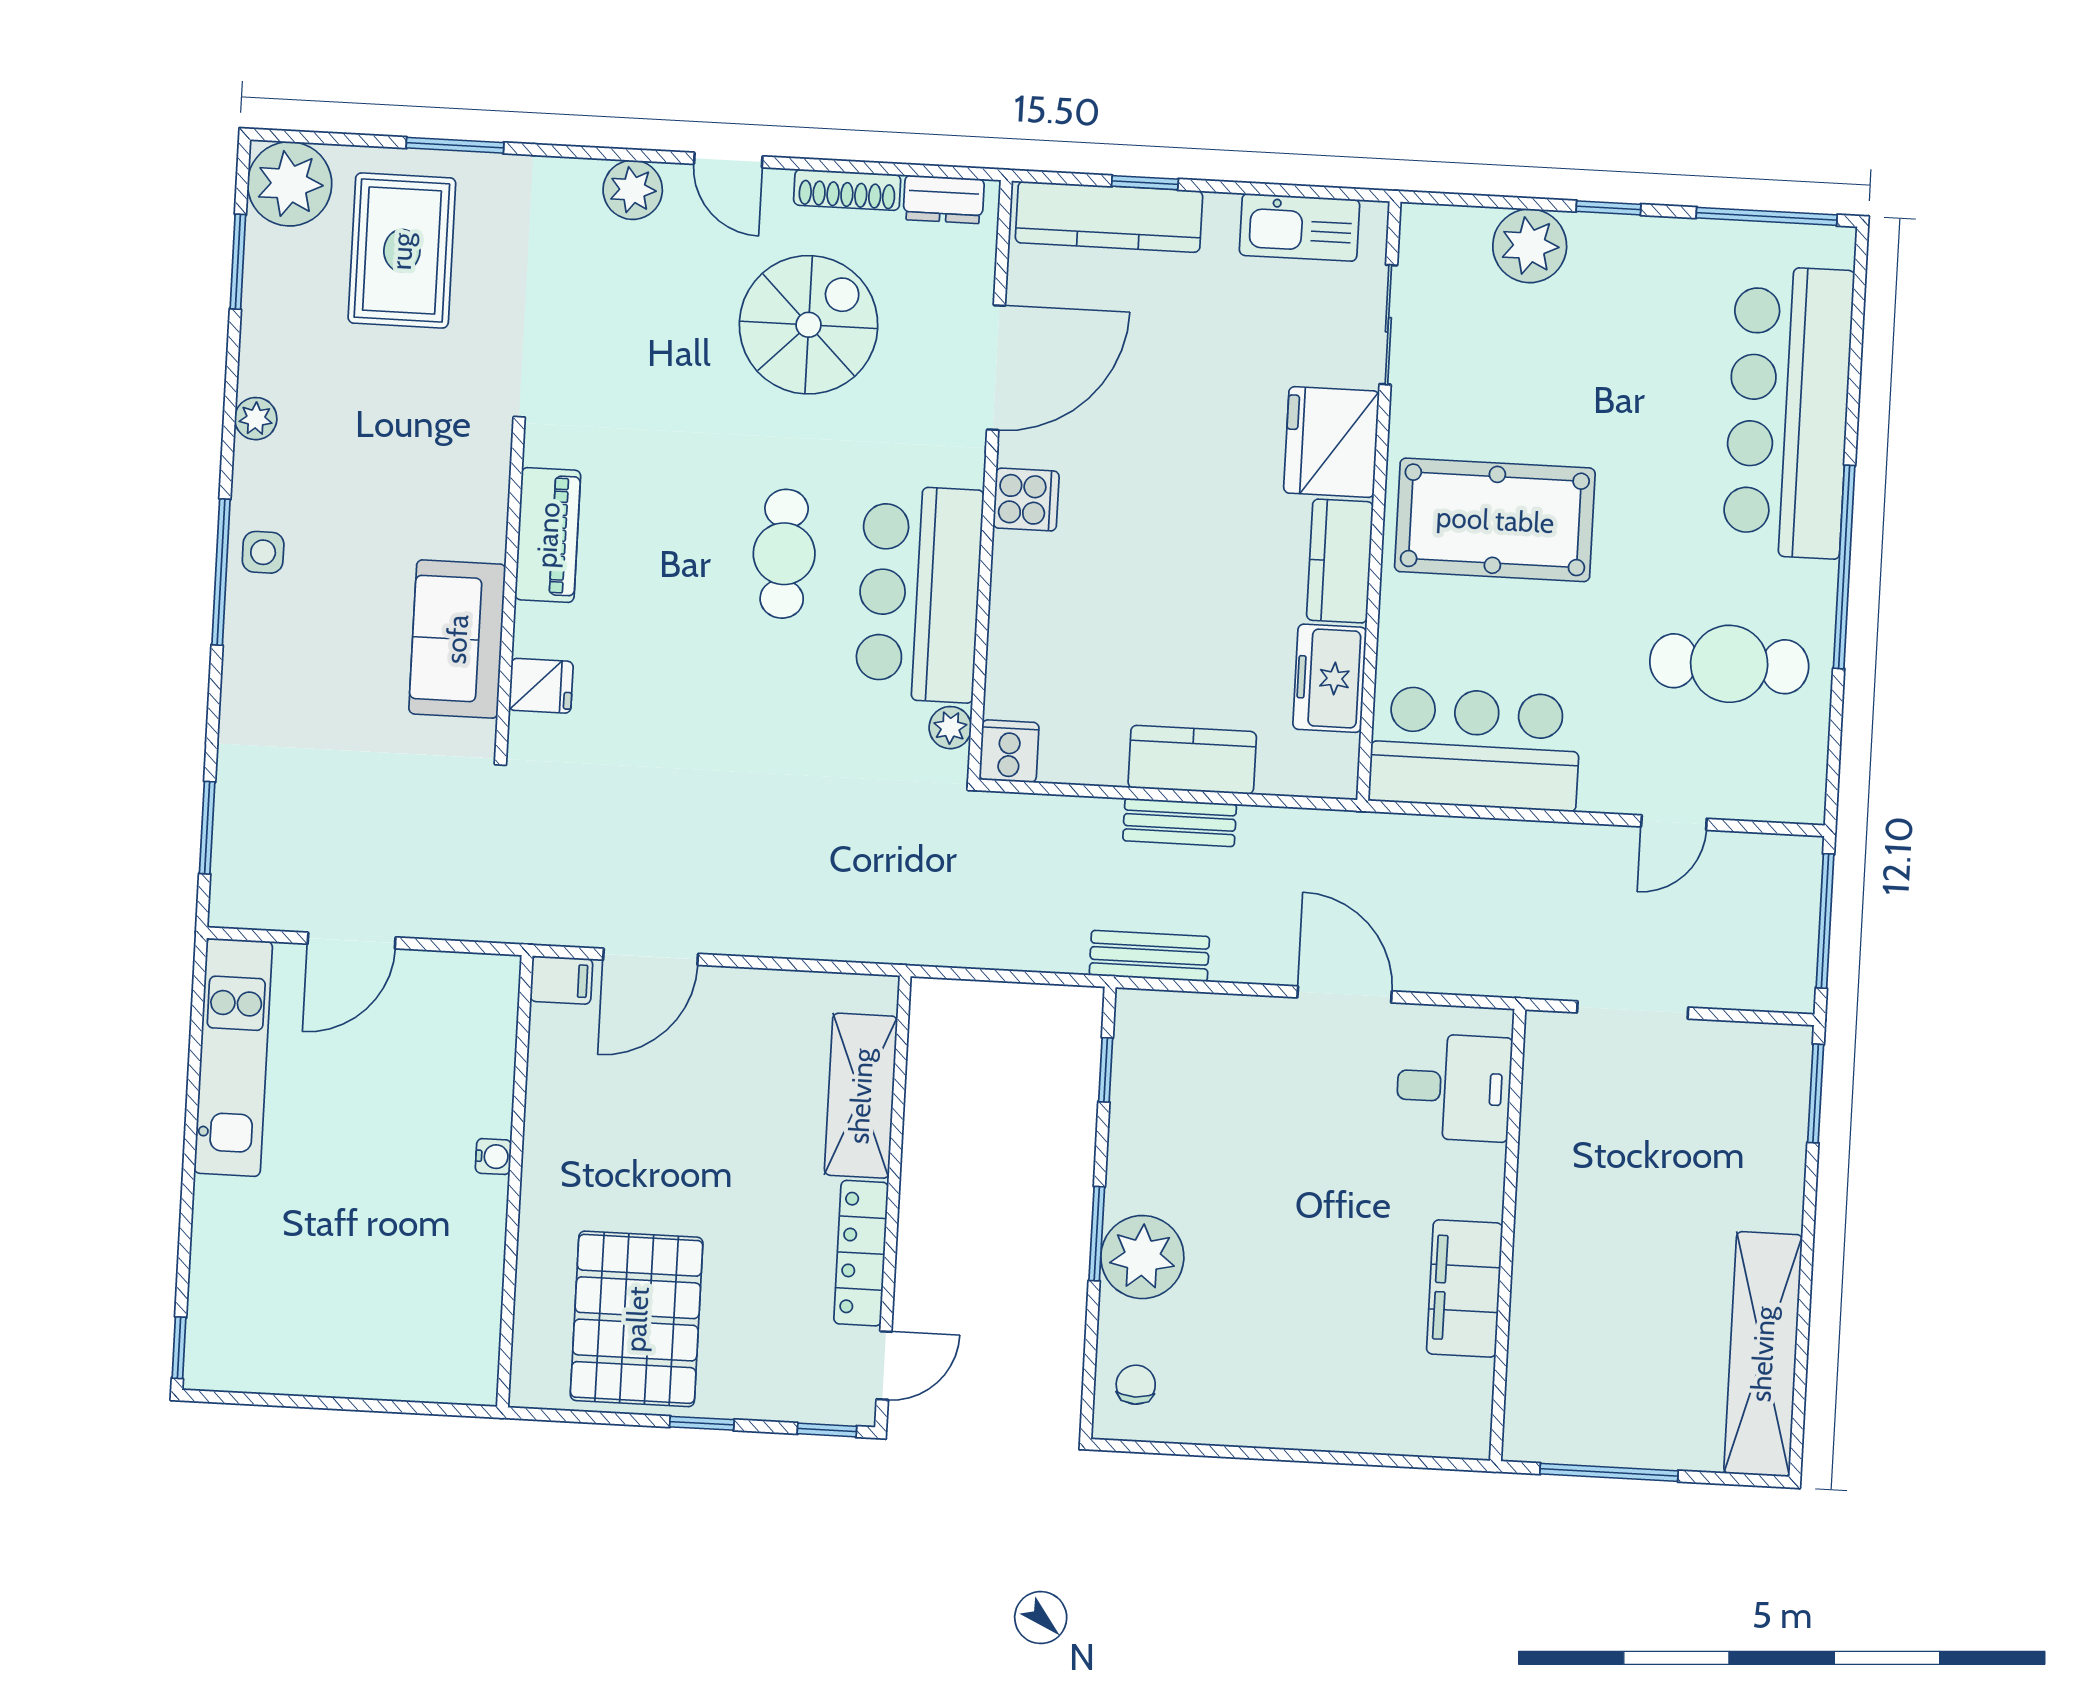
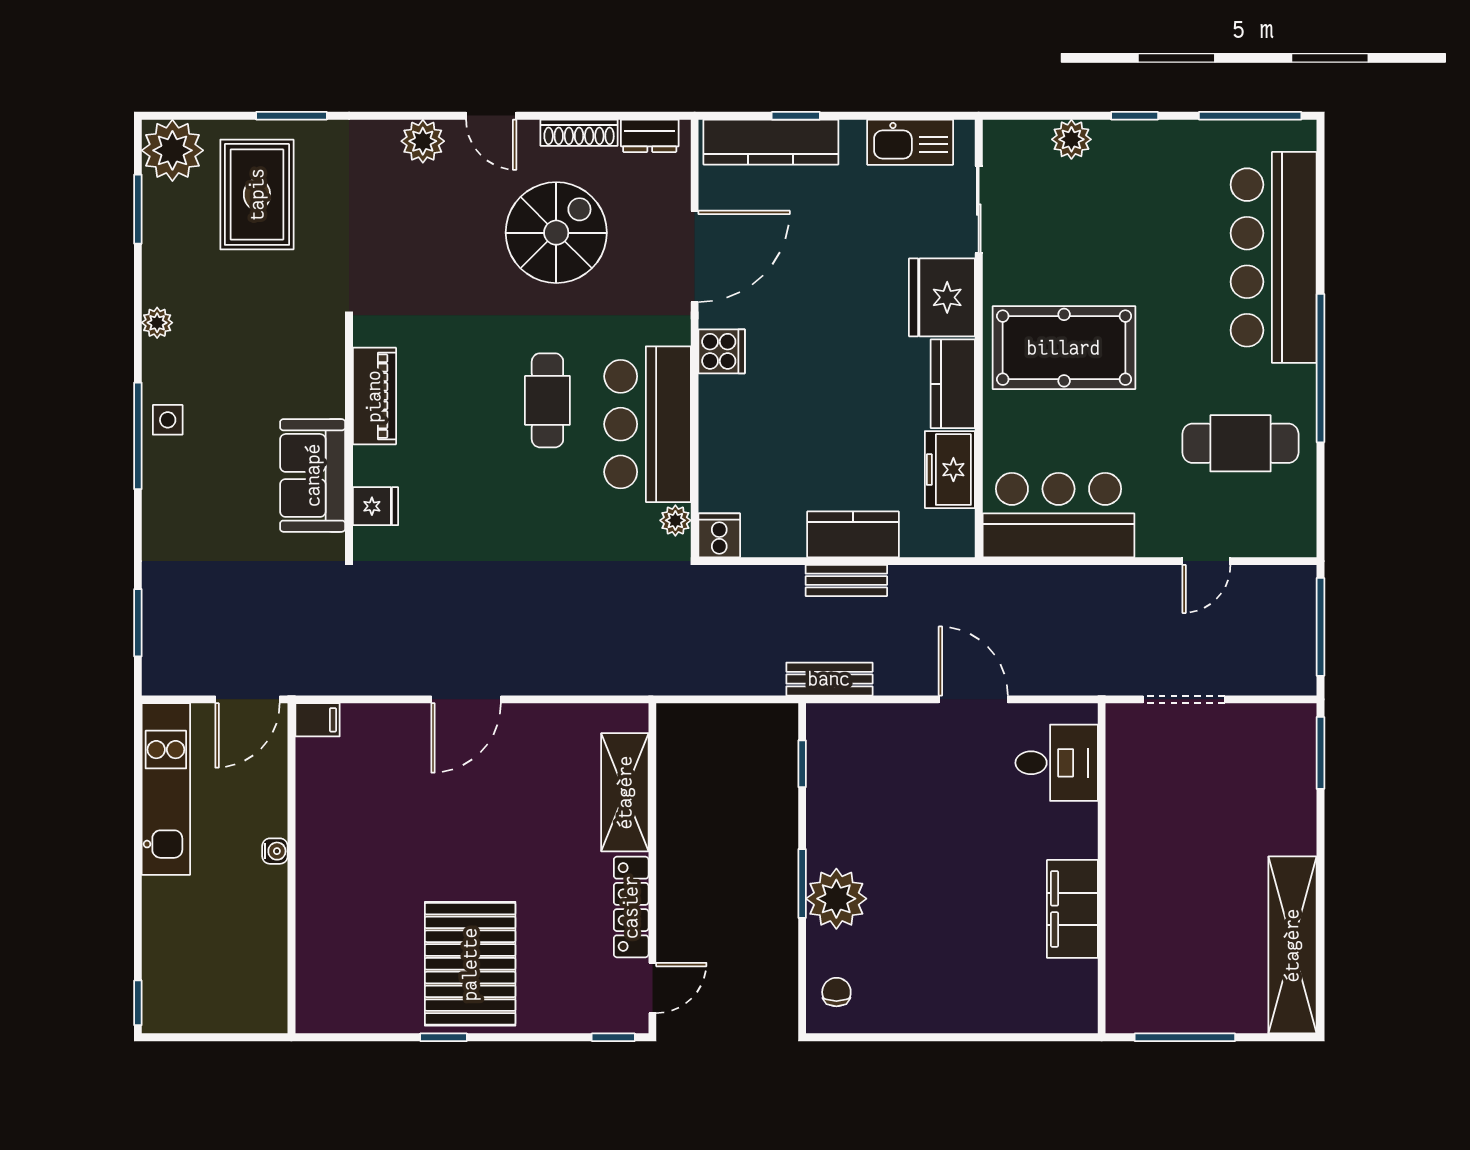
plant: (1530, 246) -> (1071, 139), width x0.73, depth x0.73
filing cabinet: (561, 980) -> (317, 720), moved
water cooler: (493, 1157) -> (275, 851), moved
wall: (515, 1181) -> (291, 868), moved
window: (702, 1423) -> (444, 1037), moved

